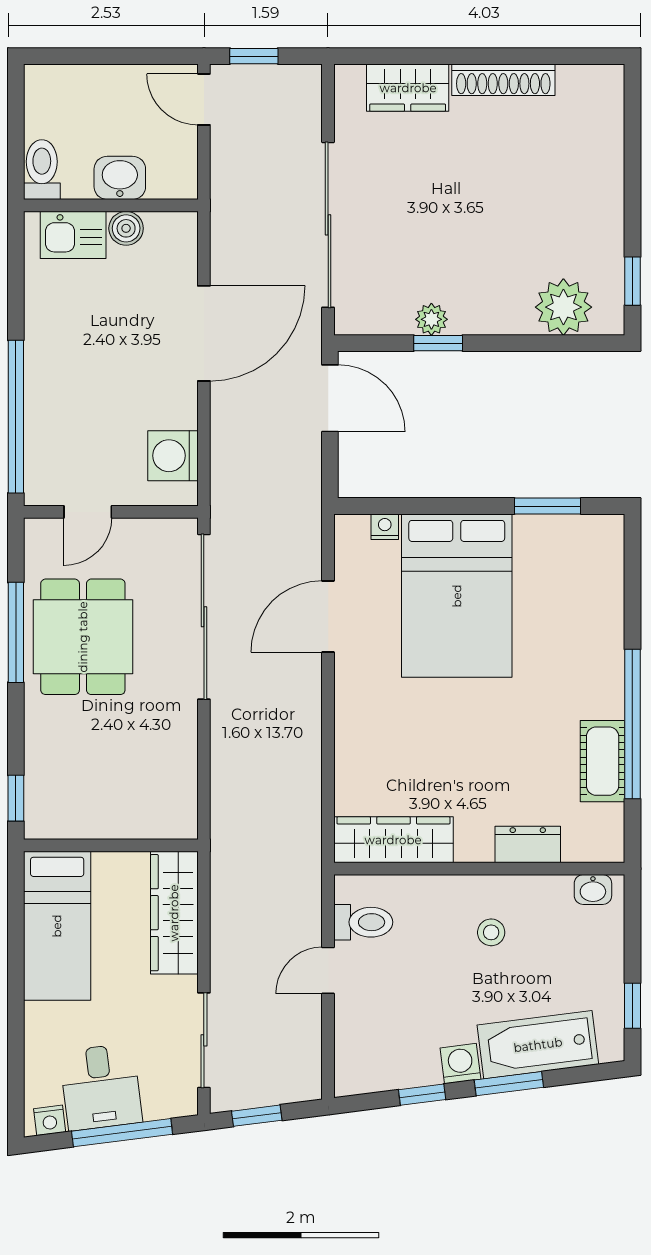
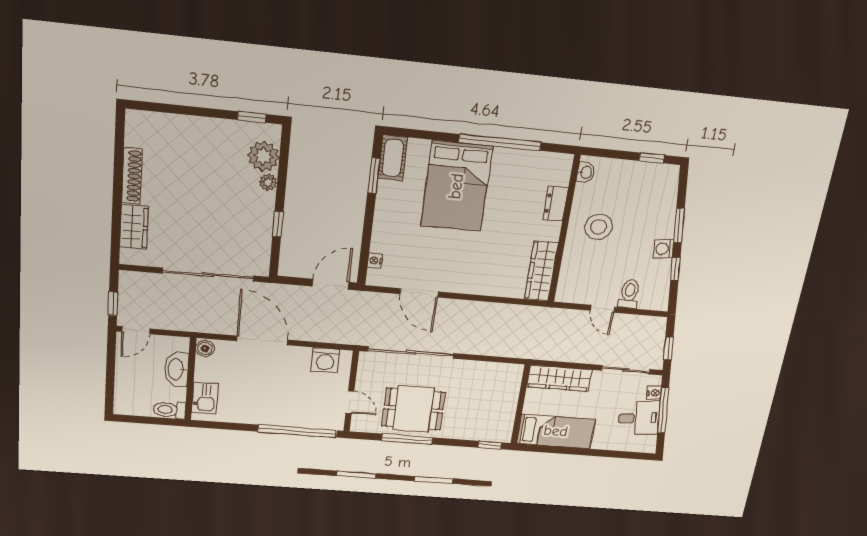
washbasin: (120, 178) -> (176, 369), width x1.38
boiler: (126, 228) -> (205, 348), moved
plant: (431, 319) -> (268, 182), moved
door: (330, 398) -> (331, 284), moved
bed: (457, 596) -> (456, 186), moved, turned 90
cot: (603, 761) -> (393, 158), moved, turned 90
toilet: (363, 922) -> (629, 294), moved
stool: (491, 932) -> (599, 227), width x1.89, depth x1.89
bathtub: (538, 1045) -> (662, 209), removed
nightstand: (50, 1120) -> (654, 393), moved

